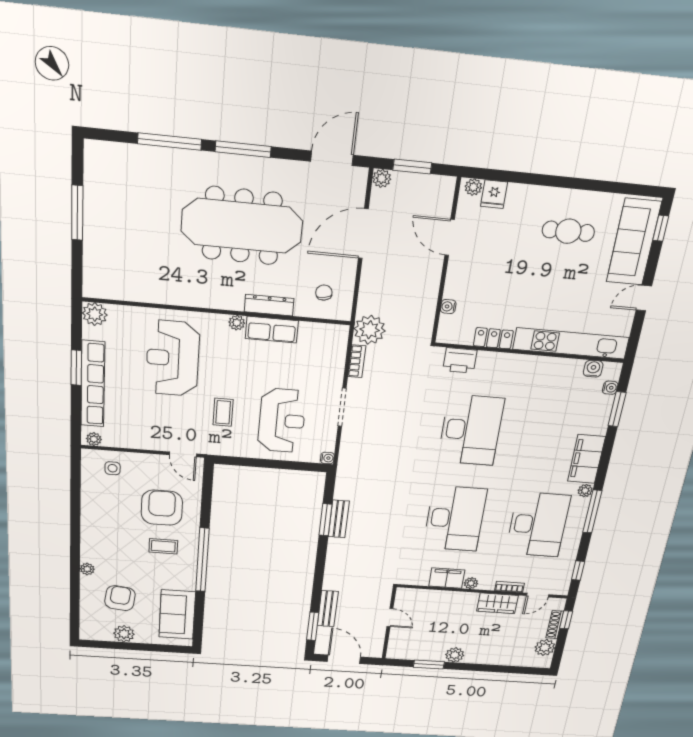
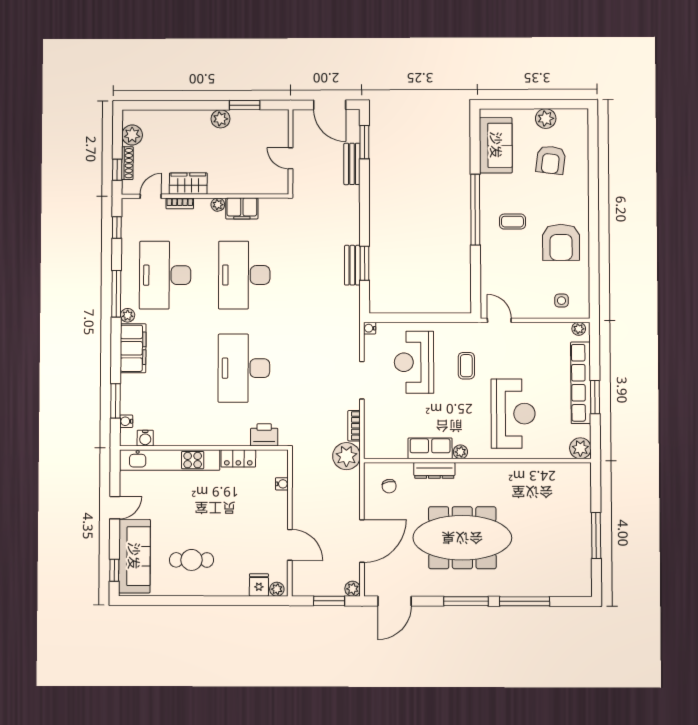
armchair: (162, 508) -> (561, 242), moved
plant: (87, 569) -> (582, 190), removed

